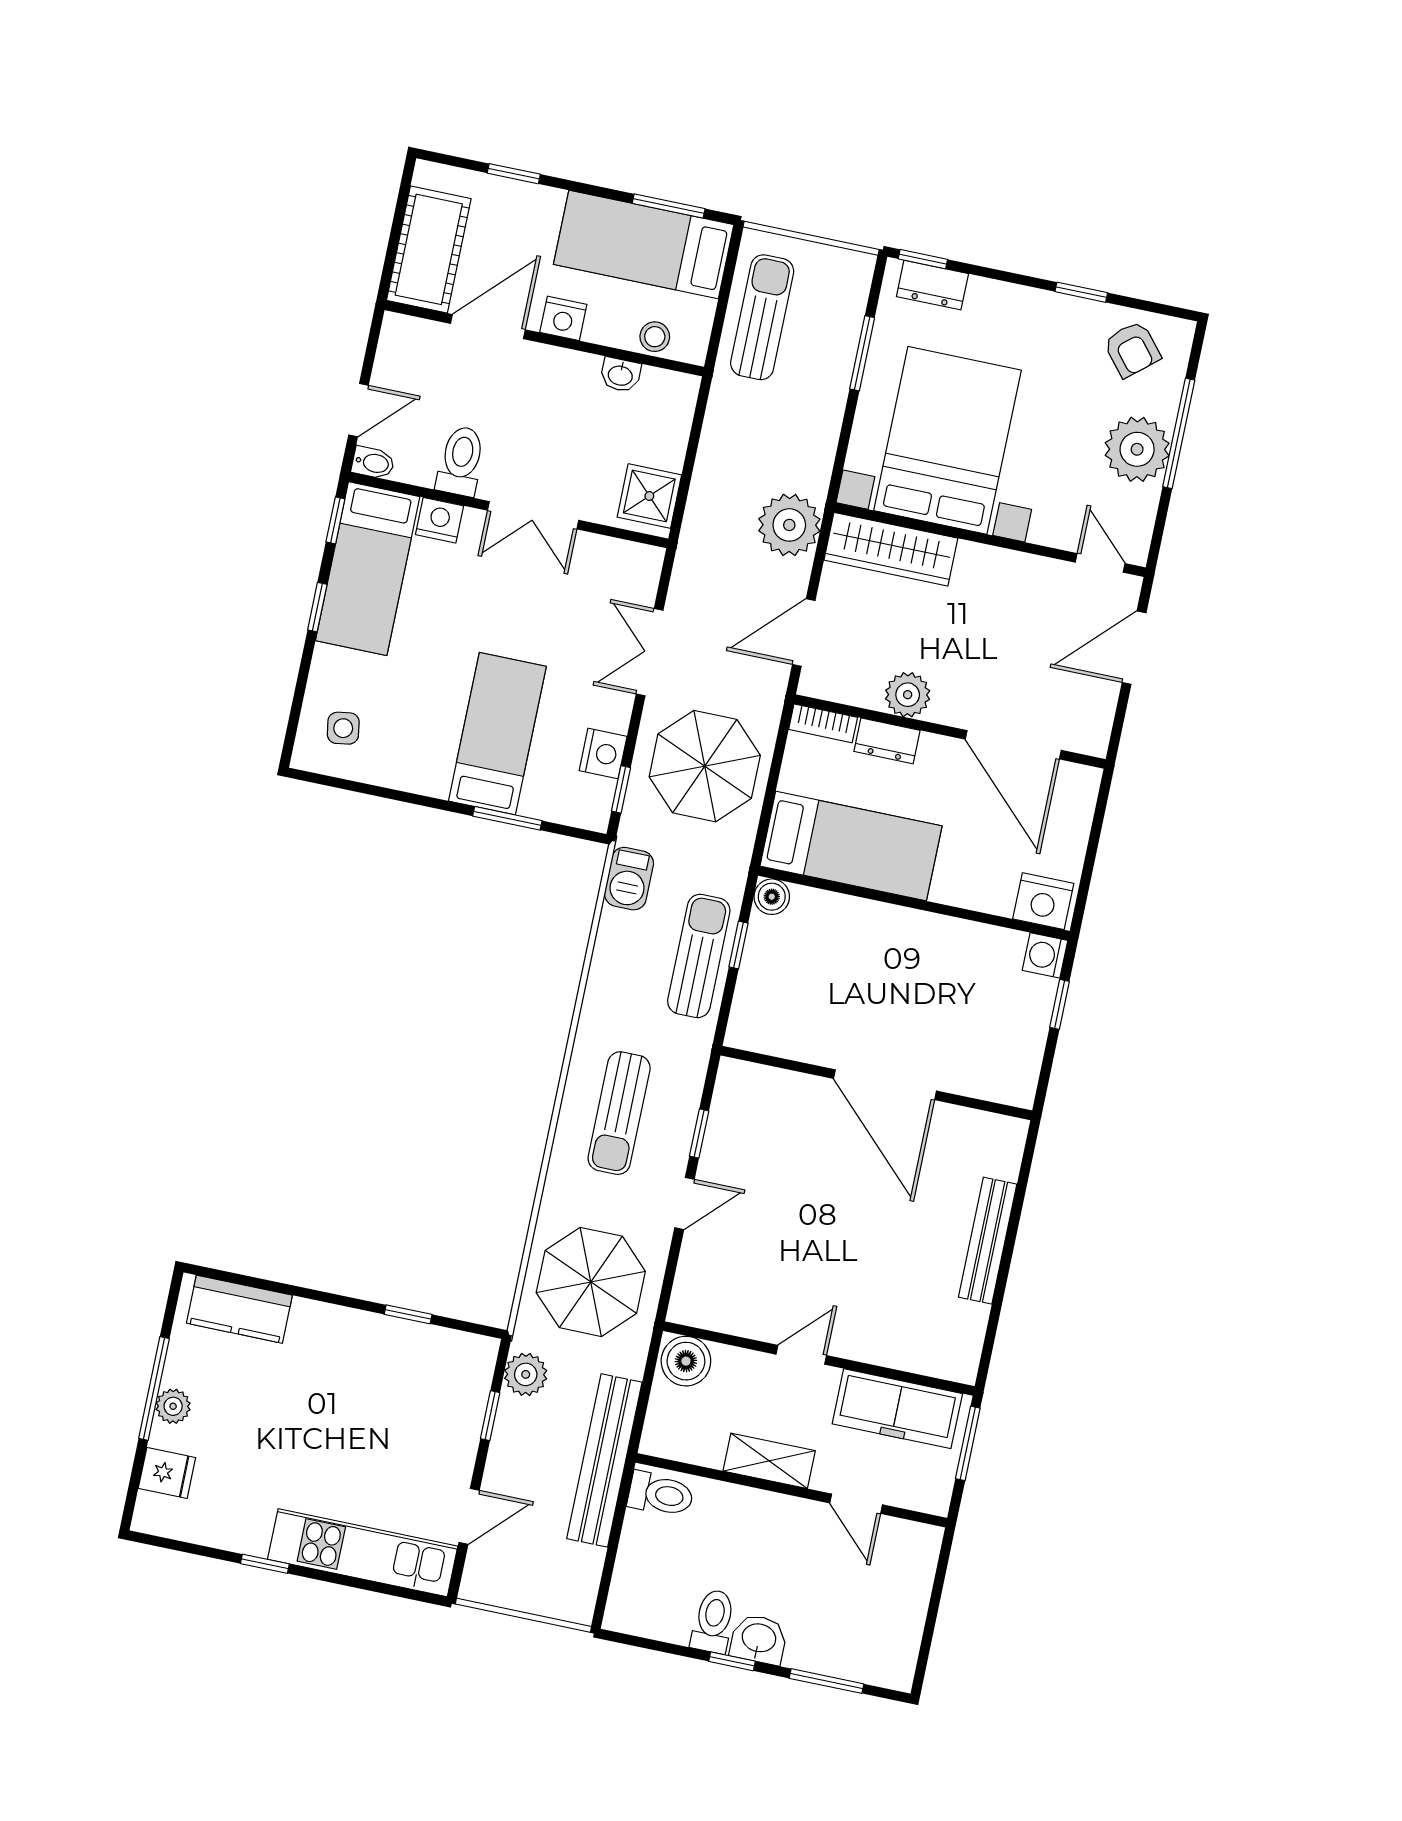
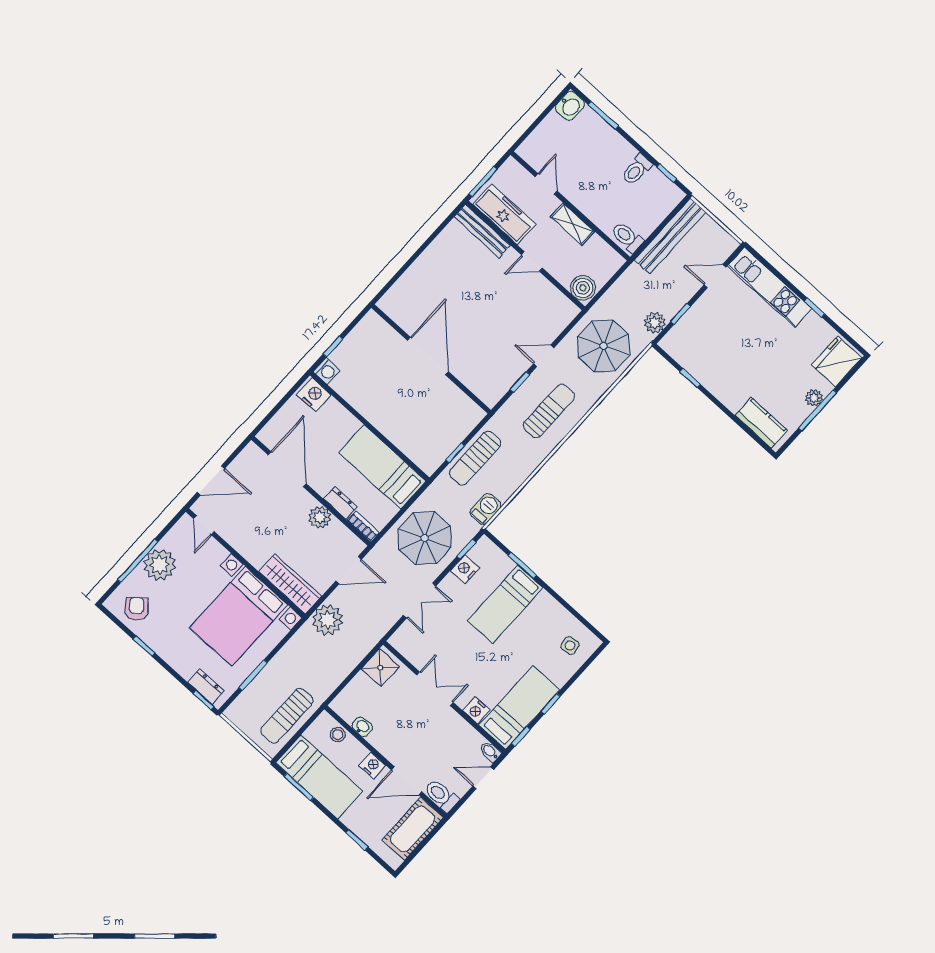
toilet: (461, 461) -> (441, 796), moved, turned 90
boiler: (772, 897) -> (429, 465), removed
bench: (988, 1241) -> (482, 231), moved, turned 90
bench: (604, 1460) -> (670, 236), moved
fridge: (167, 1473) -> (836, 361), width x1.88, depth x1.34
washbasin: (759, 1639) -> (570, 106), moved, turned -90
window: (732, 1661) -> (667, 173), moved

